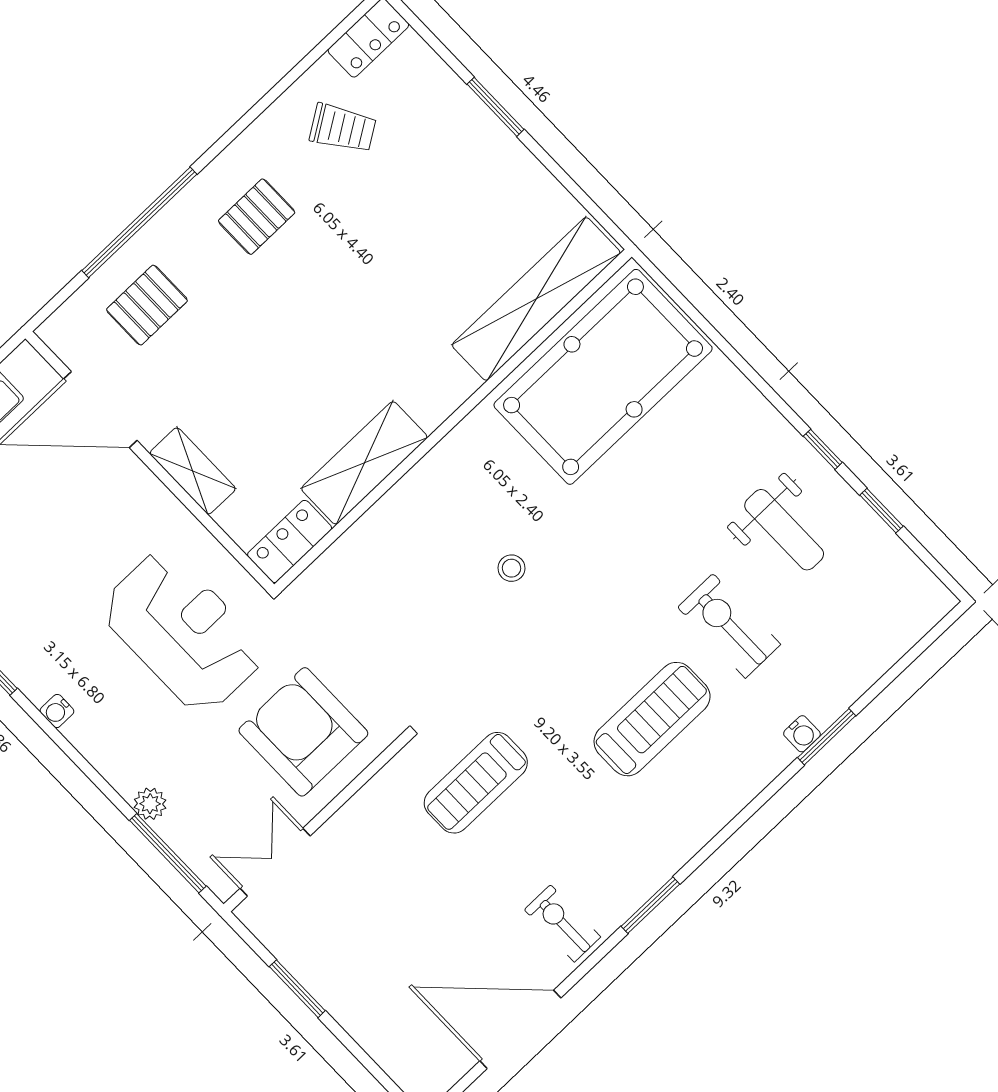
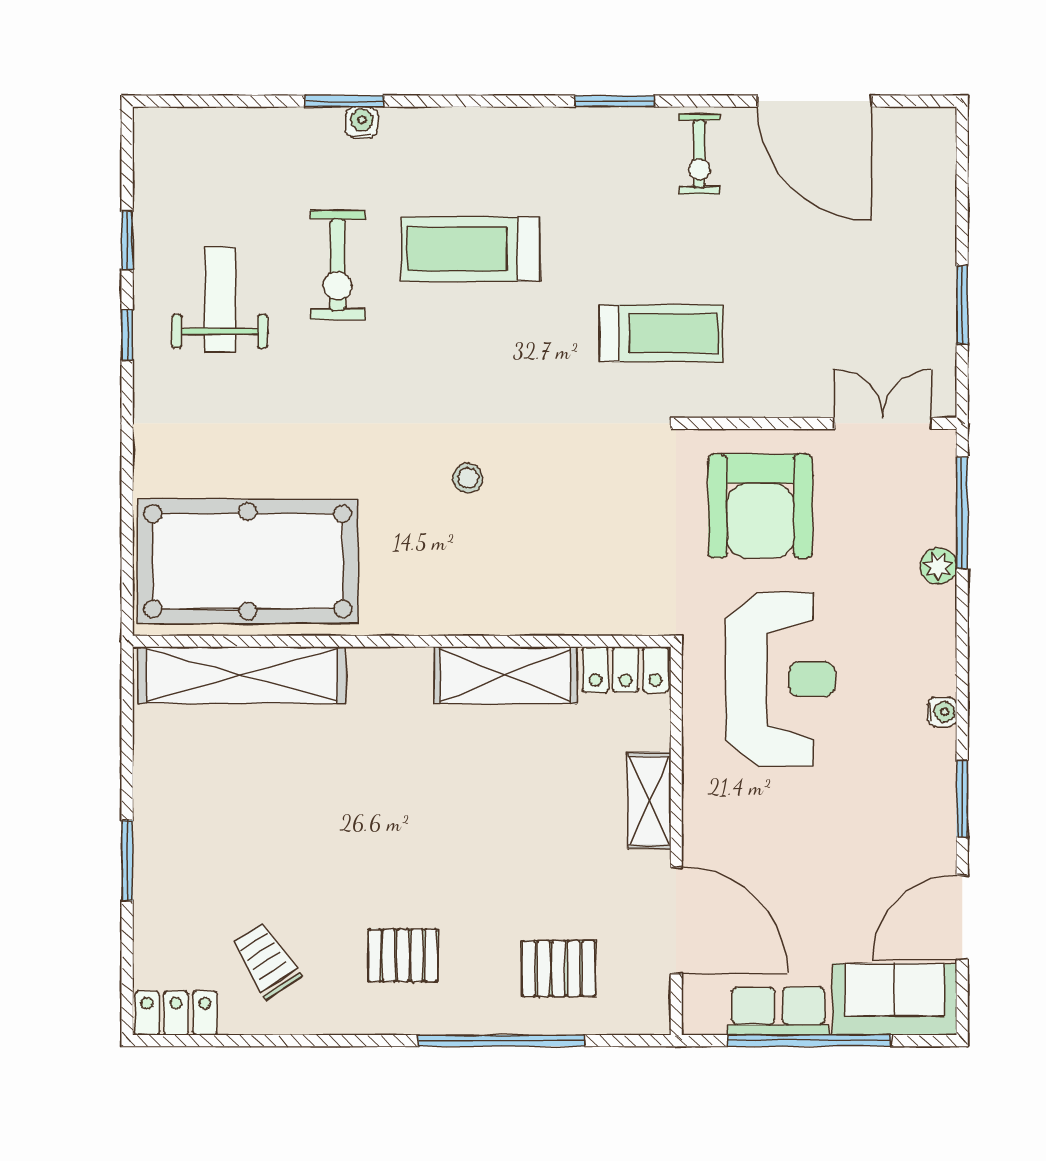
reception desk: (183, 631) -> (780, 679), turned 180
double door: (275, 862) -> (883, 423), swing flipped

